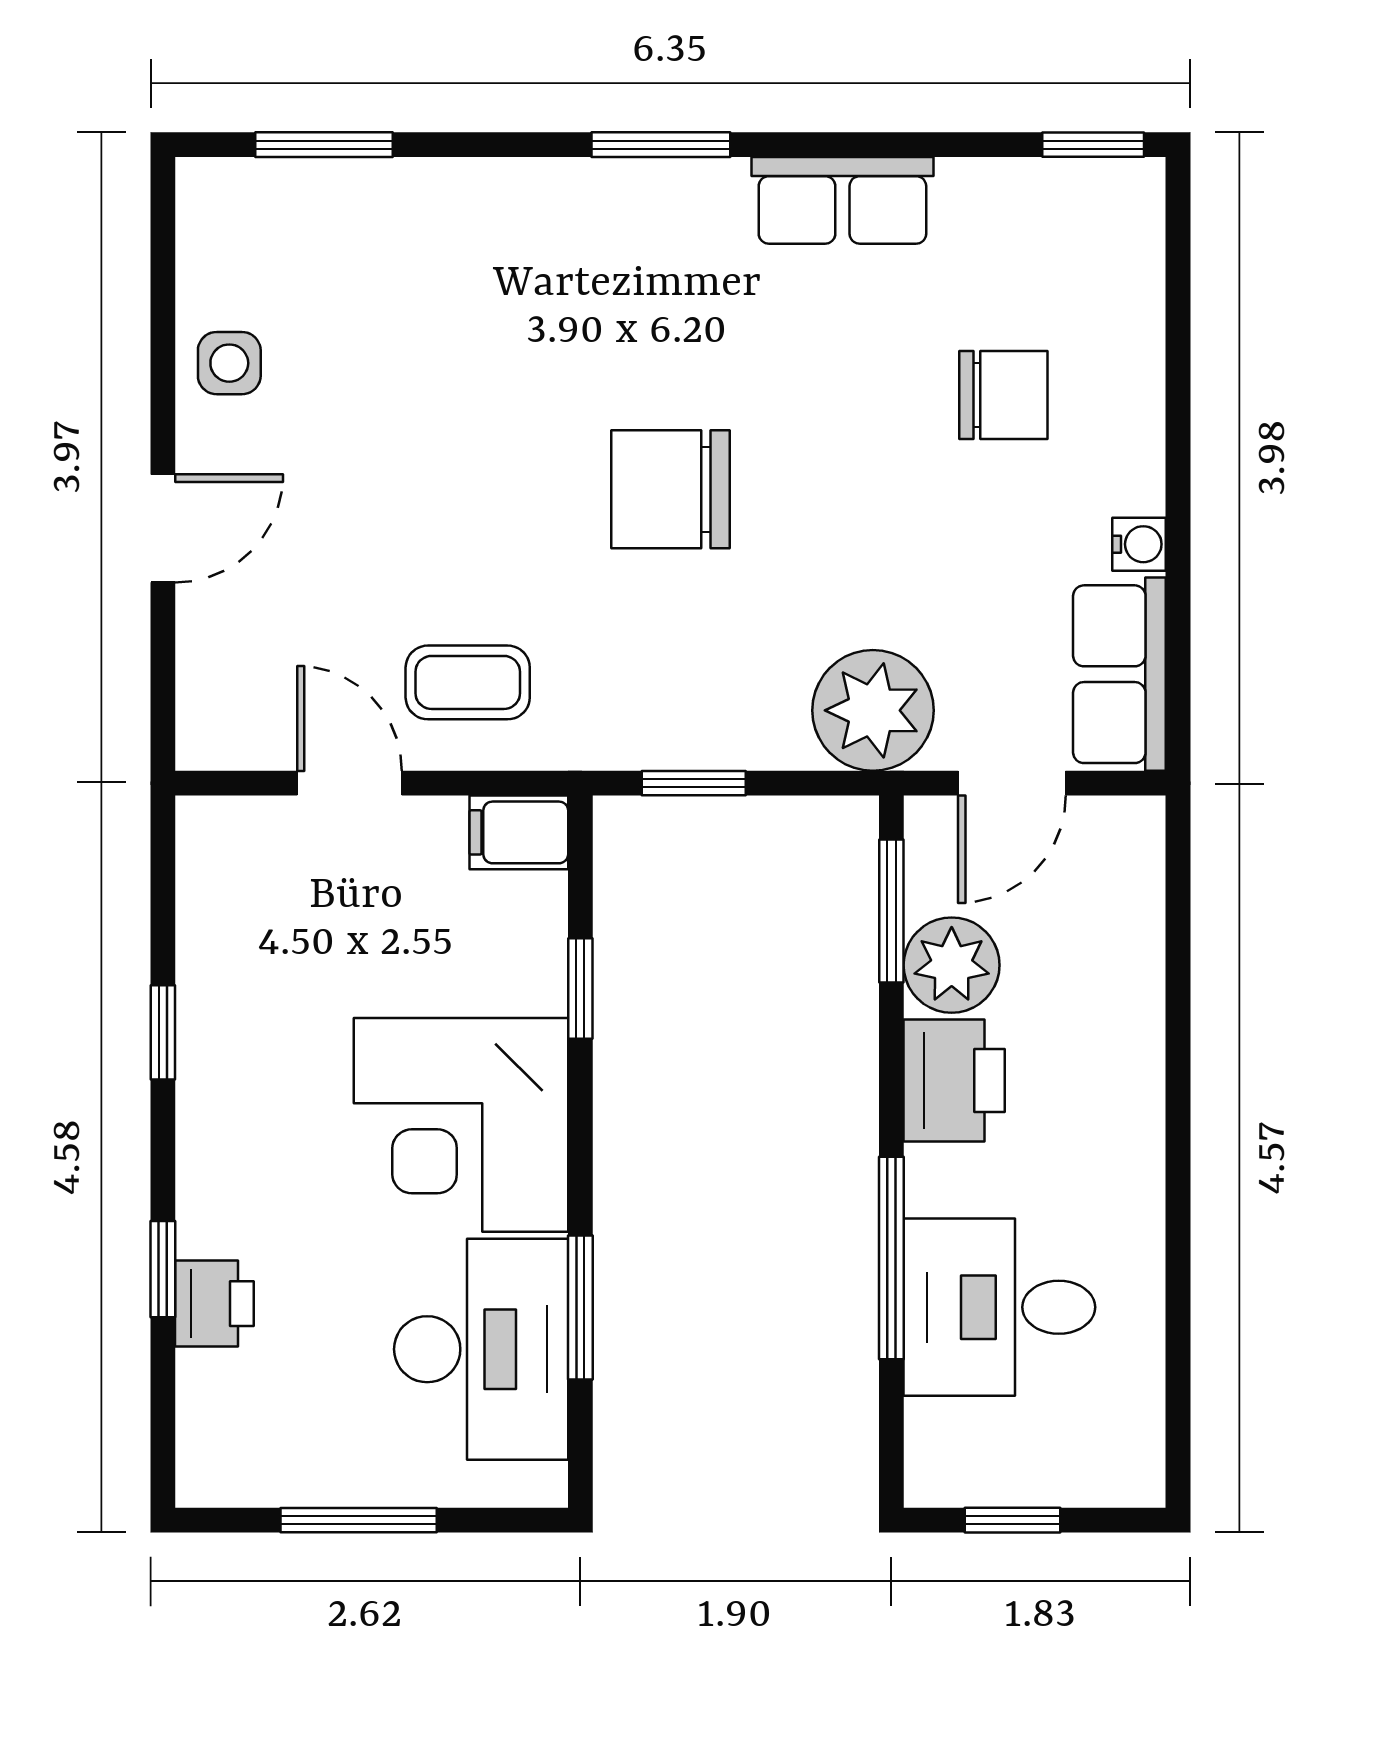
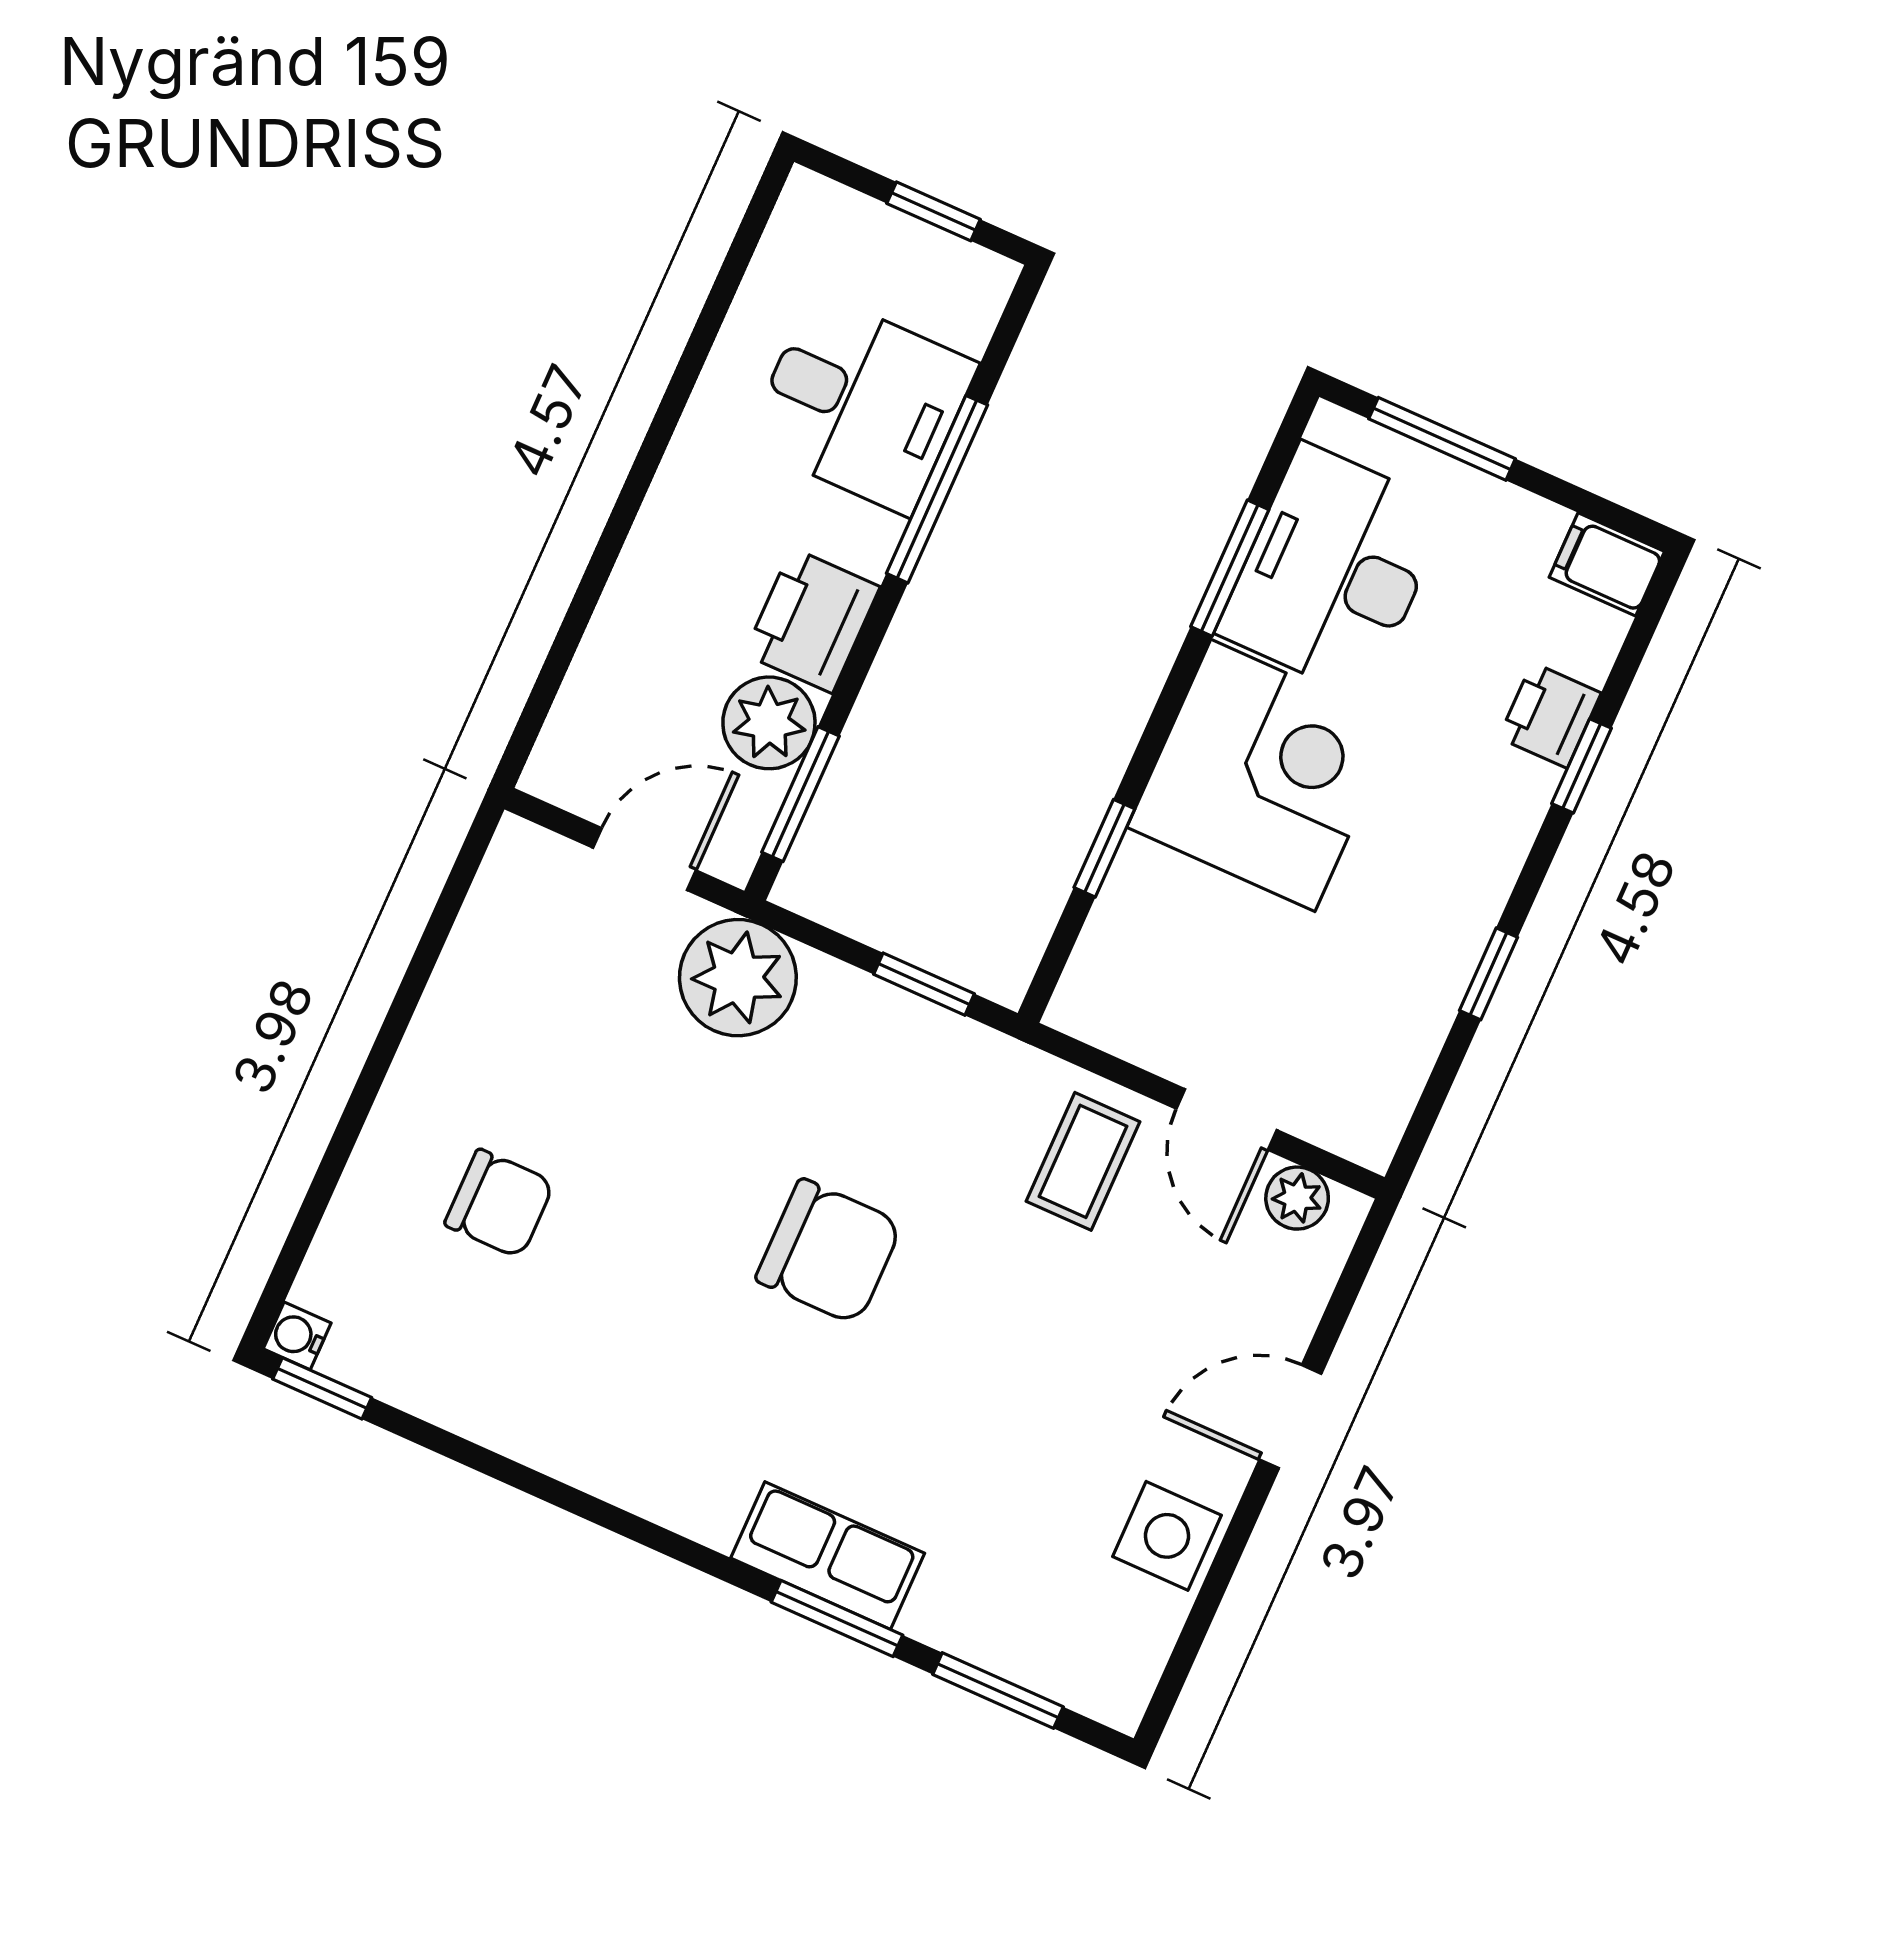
window: (661, 145) -> (837, 1619), moved
row of seats: (842, 200) -> (828, 1556), moved
side table: (229, 363) -> (1167, 1536), width x1.37, depth x1.37
chair: (1003, 395) -> (499, 1204), turned 180
water cooler: (1139, 544) -> (297, 1336), moved
row of seats: (1119, 674) -> (507, 913), removed
coffee table: (468, 682) -> (1083, 1161), turned 90
plant: (249, 739) -> (1297, 1198), added
filing cabinet: (519, 832) -> (1607, 564), moved, turned 180
window: (359, 1520) -> (1442, 439), moved

